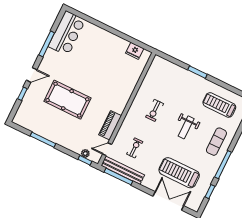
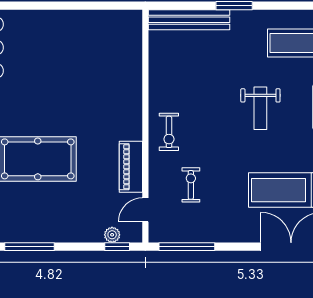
fridge: (135, 51) -> (111, 21), removed
exercise bike: (155, 110) -> (169, 132), moved
bench: (123, 170) -> (189, 20), moved

